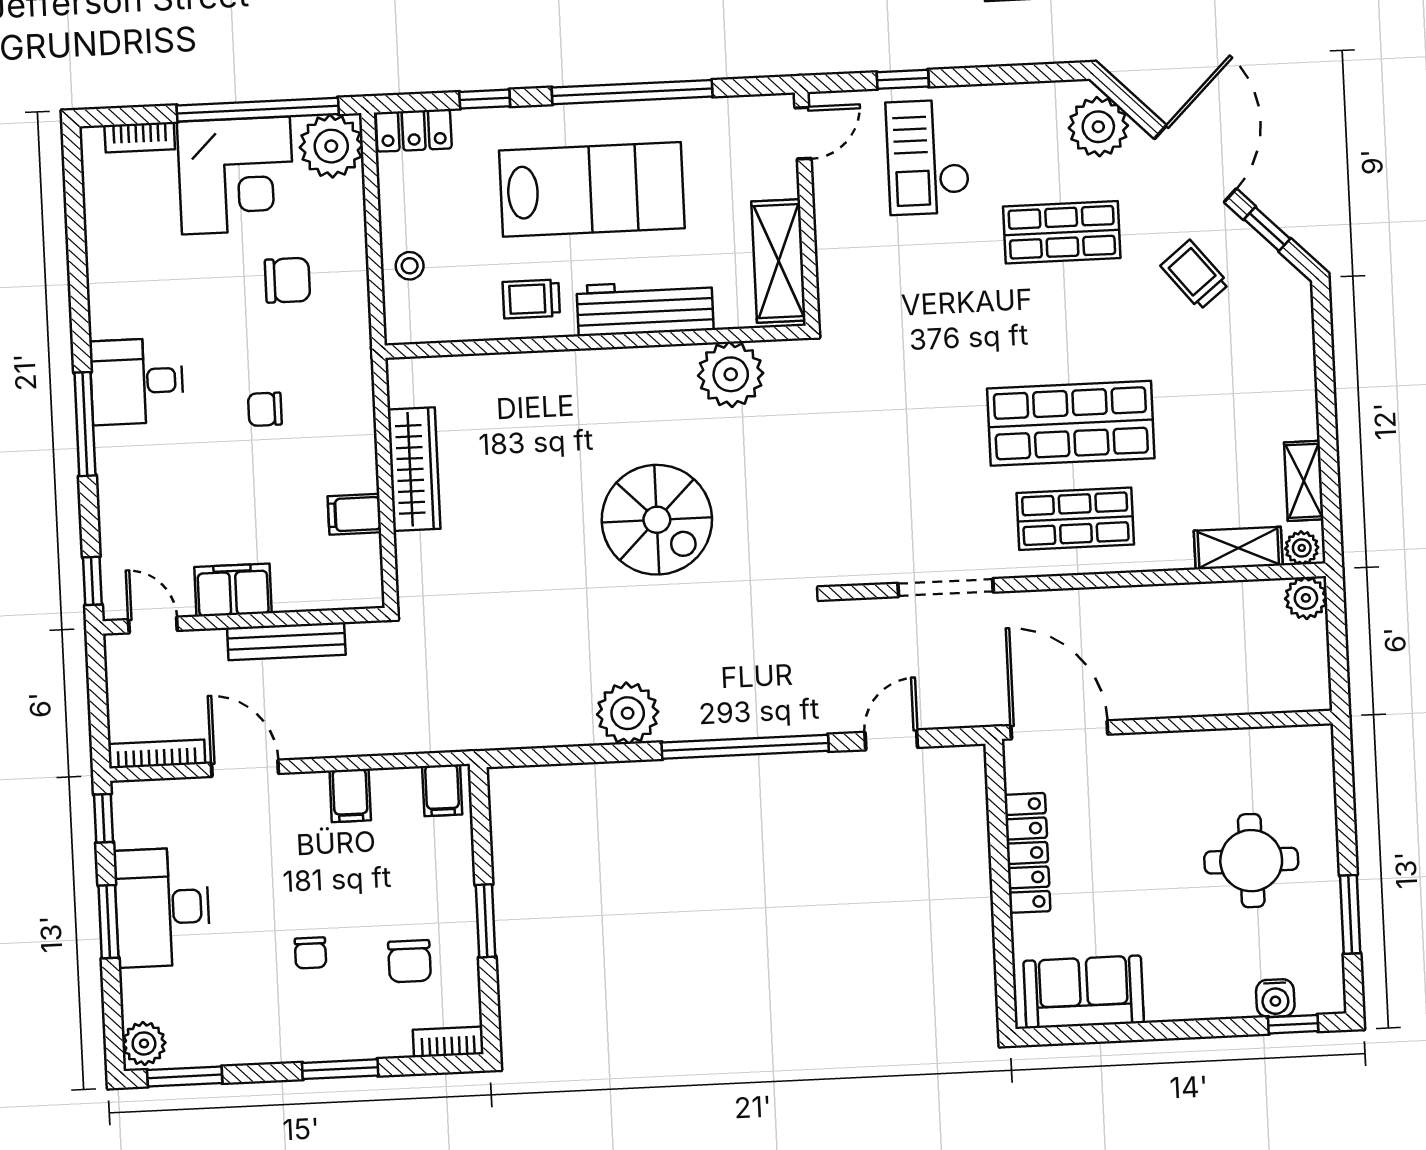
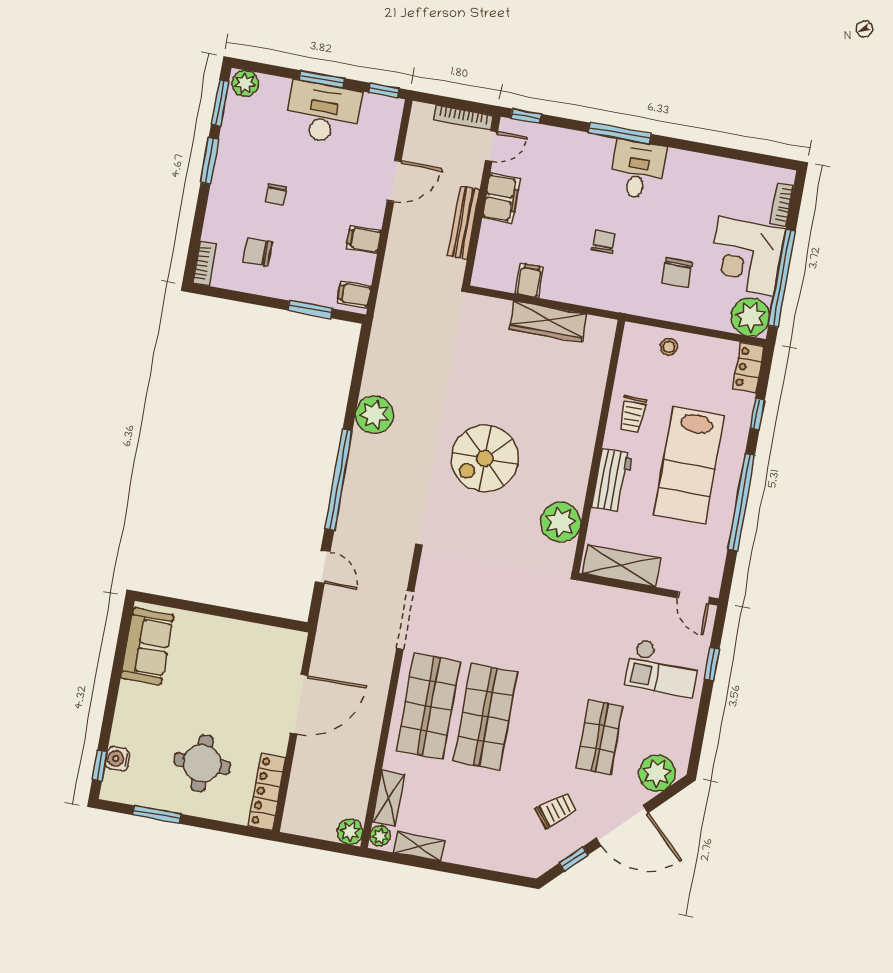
checkout: (928, 157) -> (662, 668), turned 180
trolley: (531, 299) -> (633, 414), turned 180
workbench: (645, 308) -> (612, 480), width x0.73
shop shelf: (1075, 519) -> (428, 706), width x1.43, depth x1.36
door: (1059, 730) -> (299, 704), moved
bookcase: (157, 754) -> (463, 117), moved, turned 90
locker: (1027, 853) -> (267, 792), moved, turned 90
window: (486, 921) -> (310, 309), moved
chair: (310, 953) -> (276, 194), turned -90
window: (340, 1069) -> (210, 161), moved

